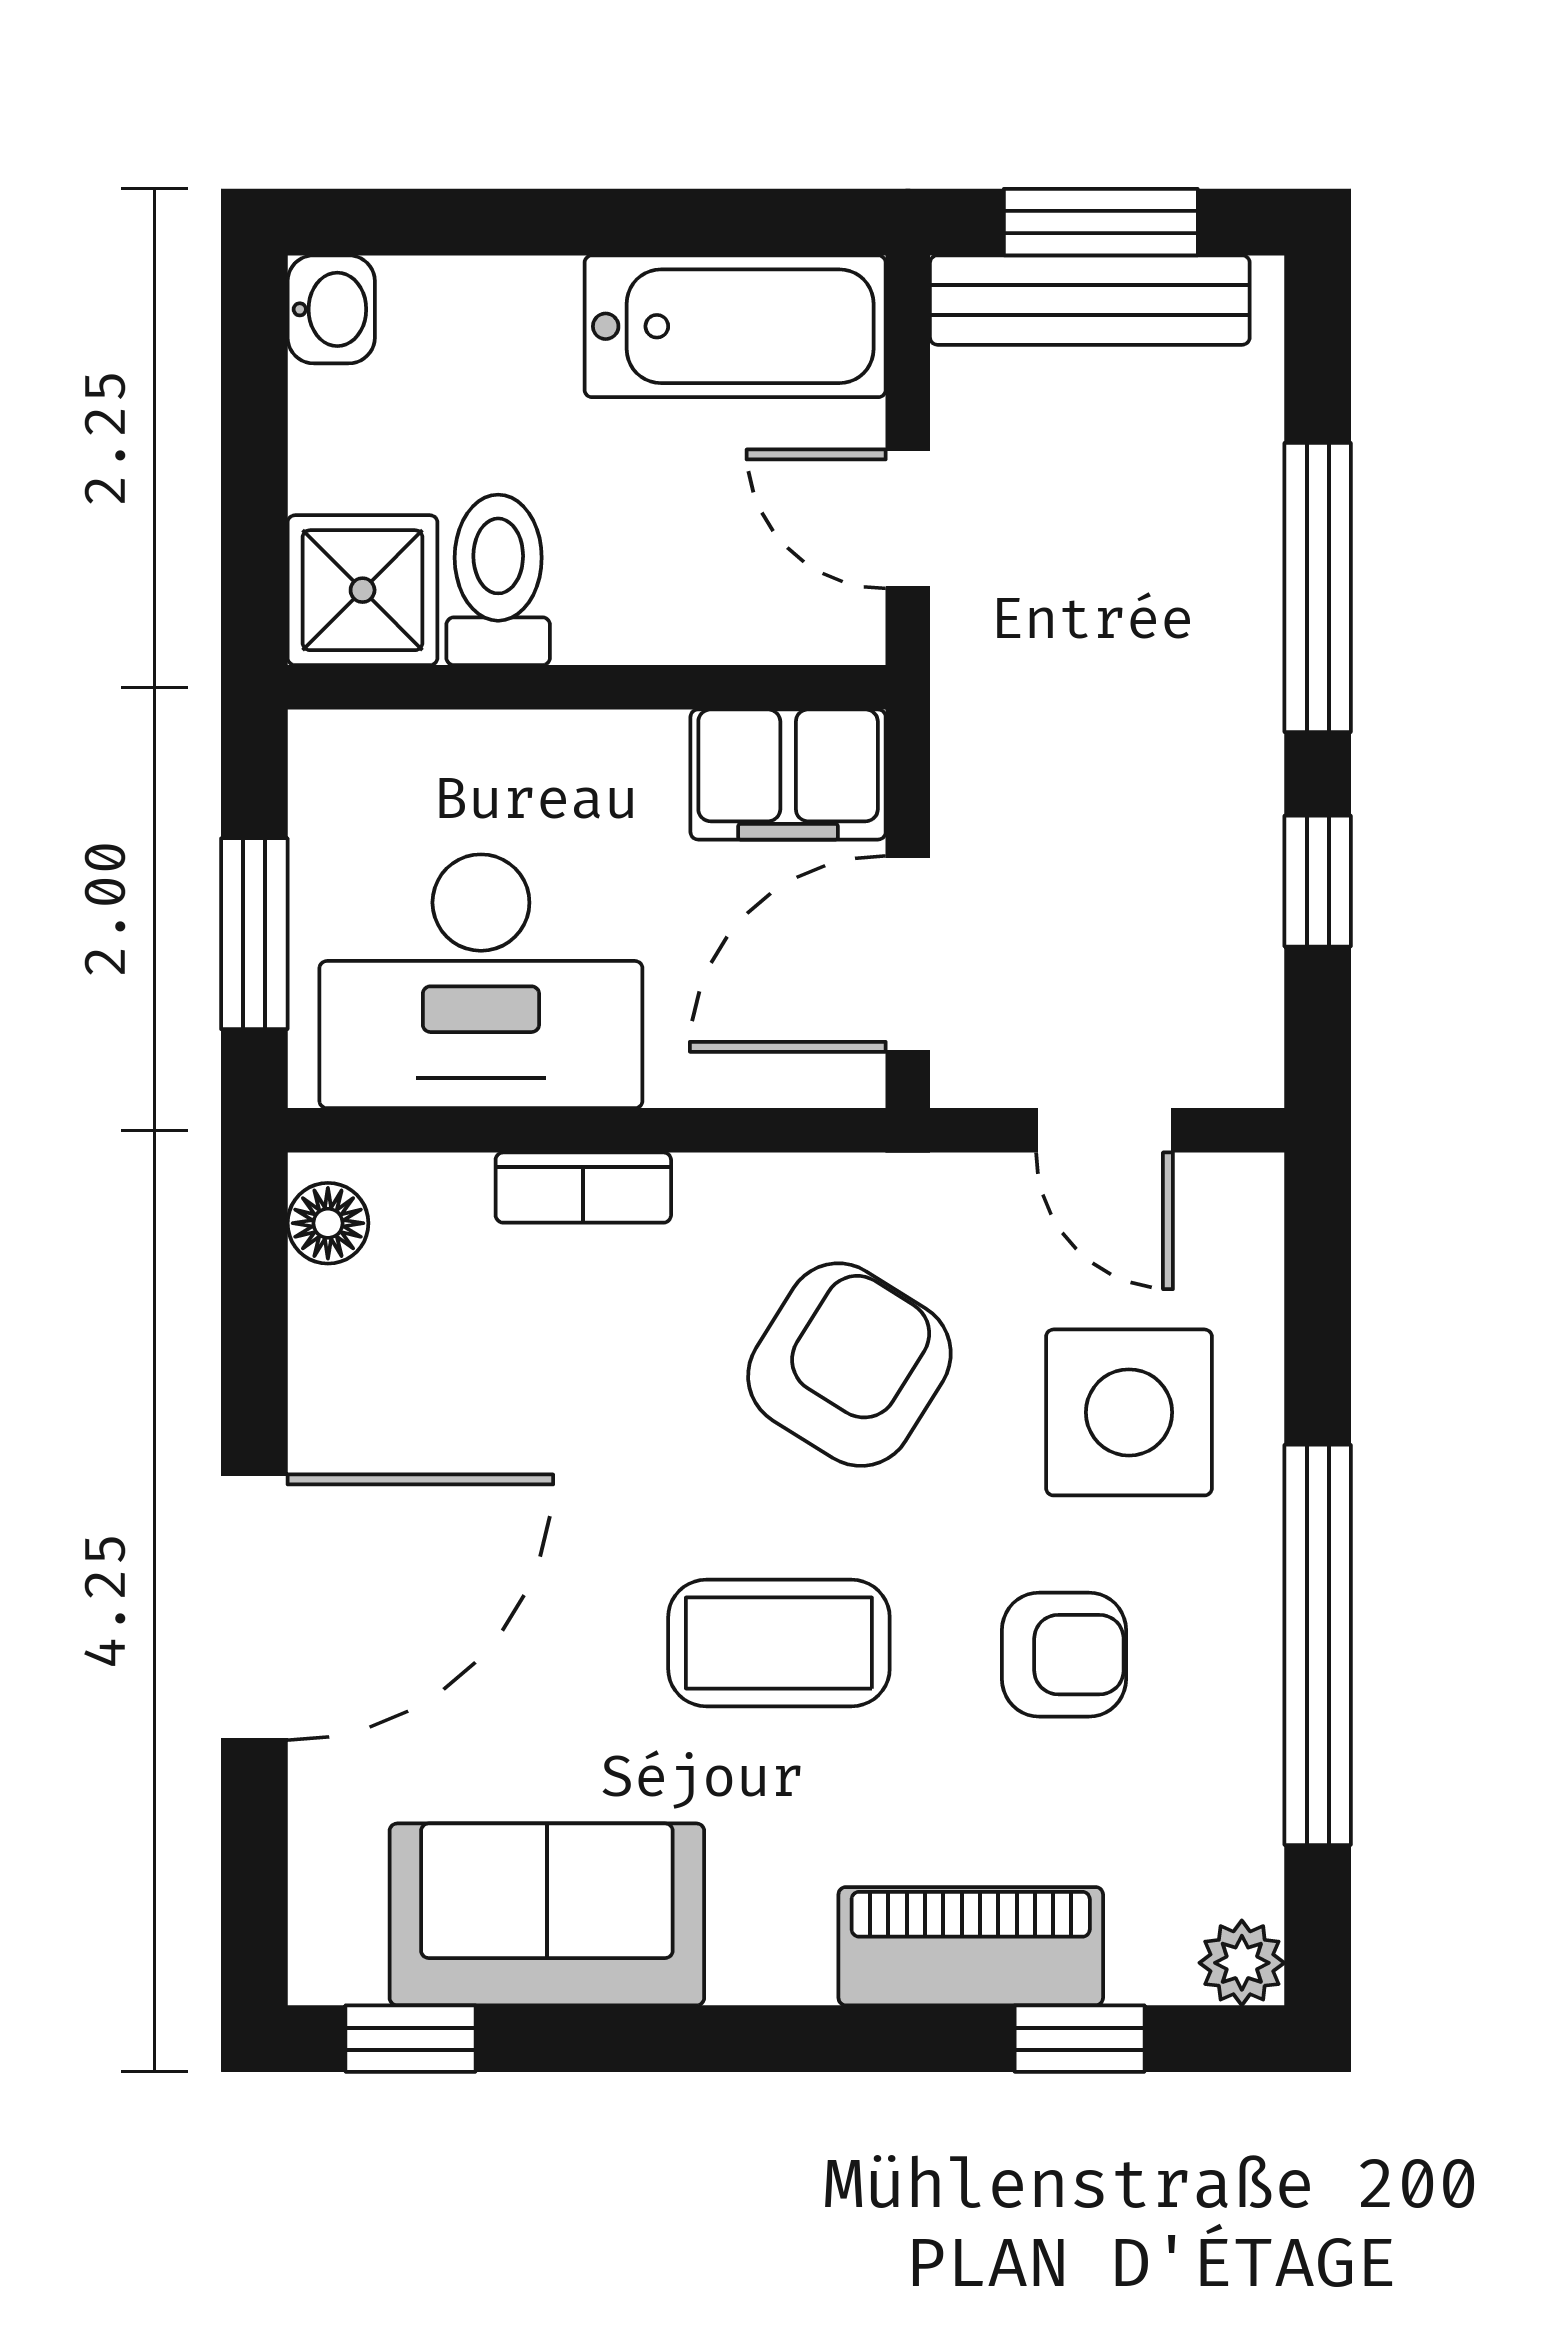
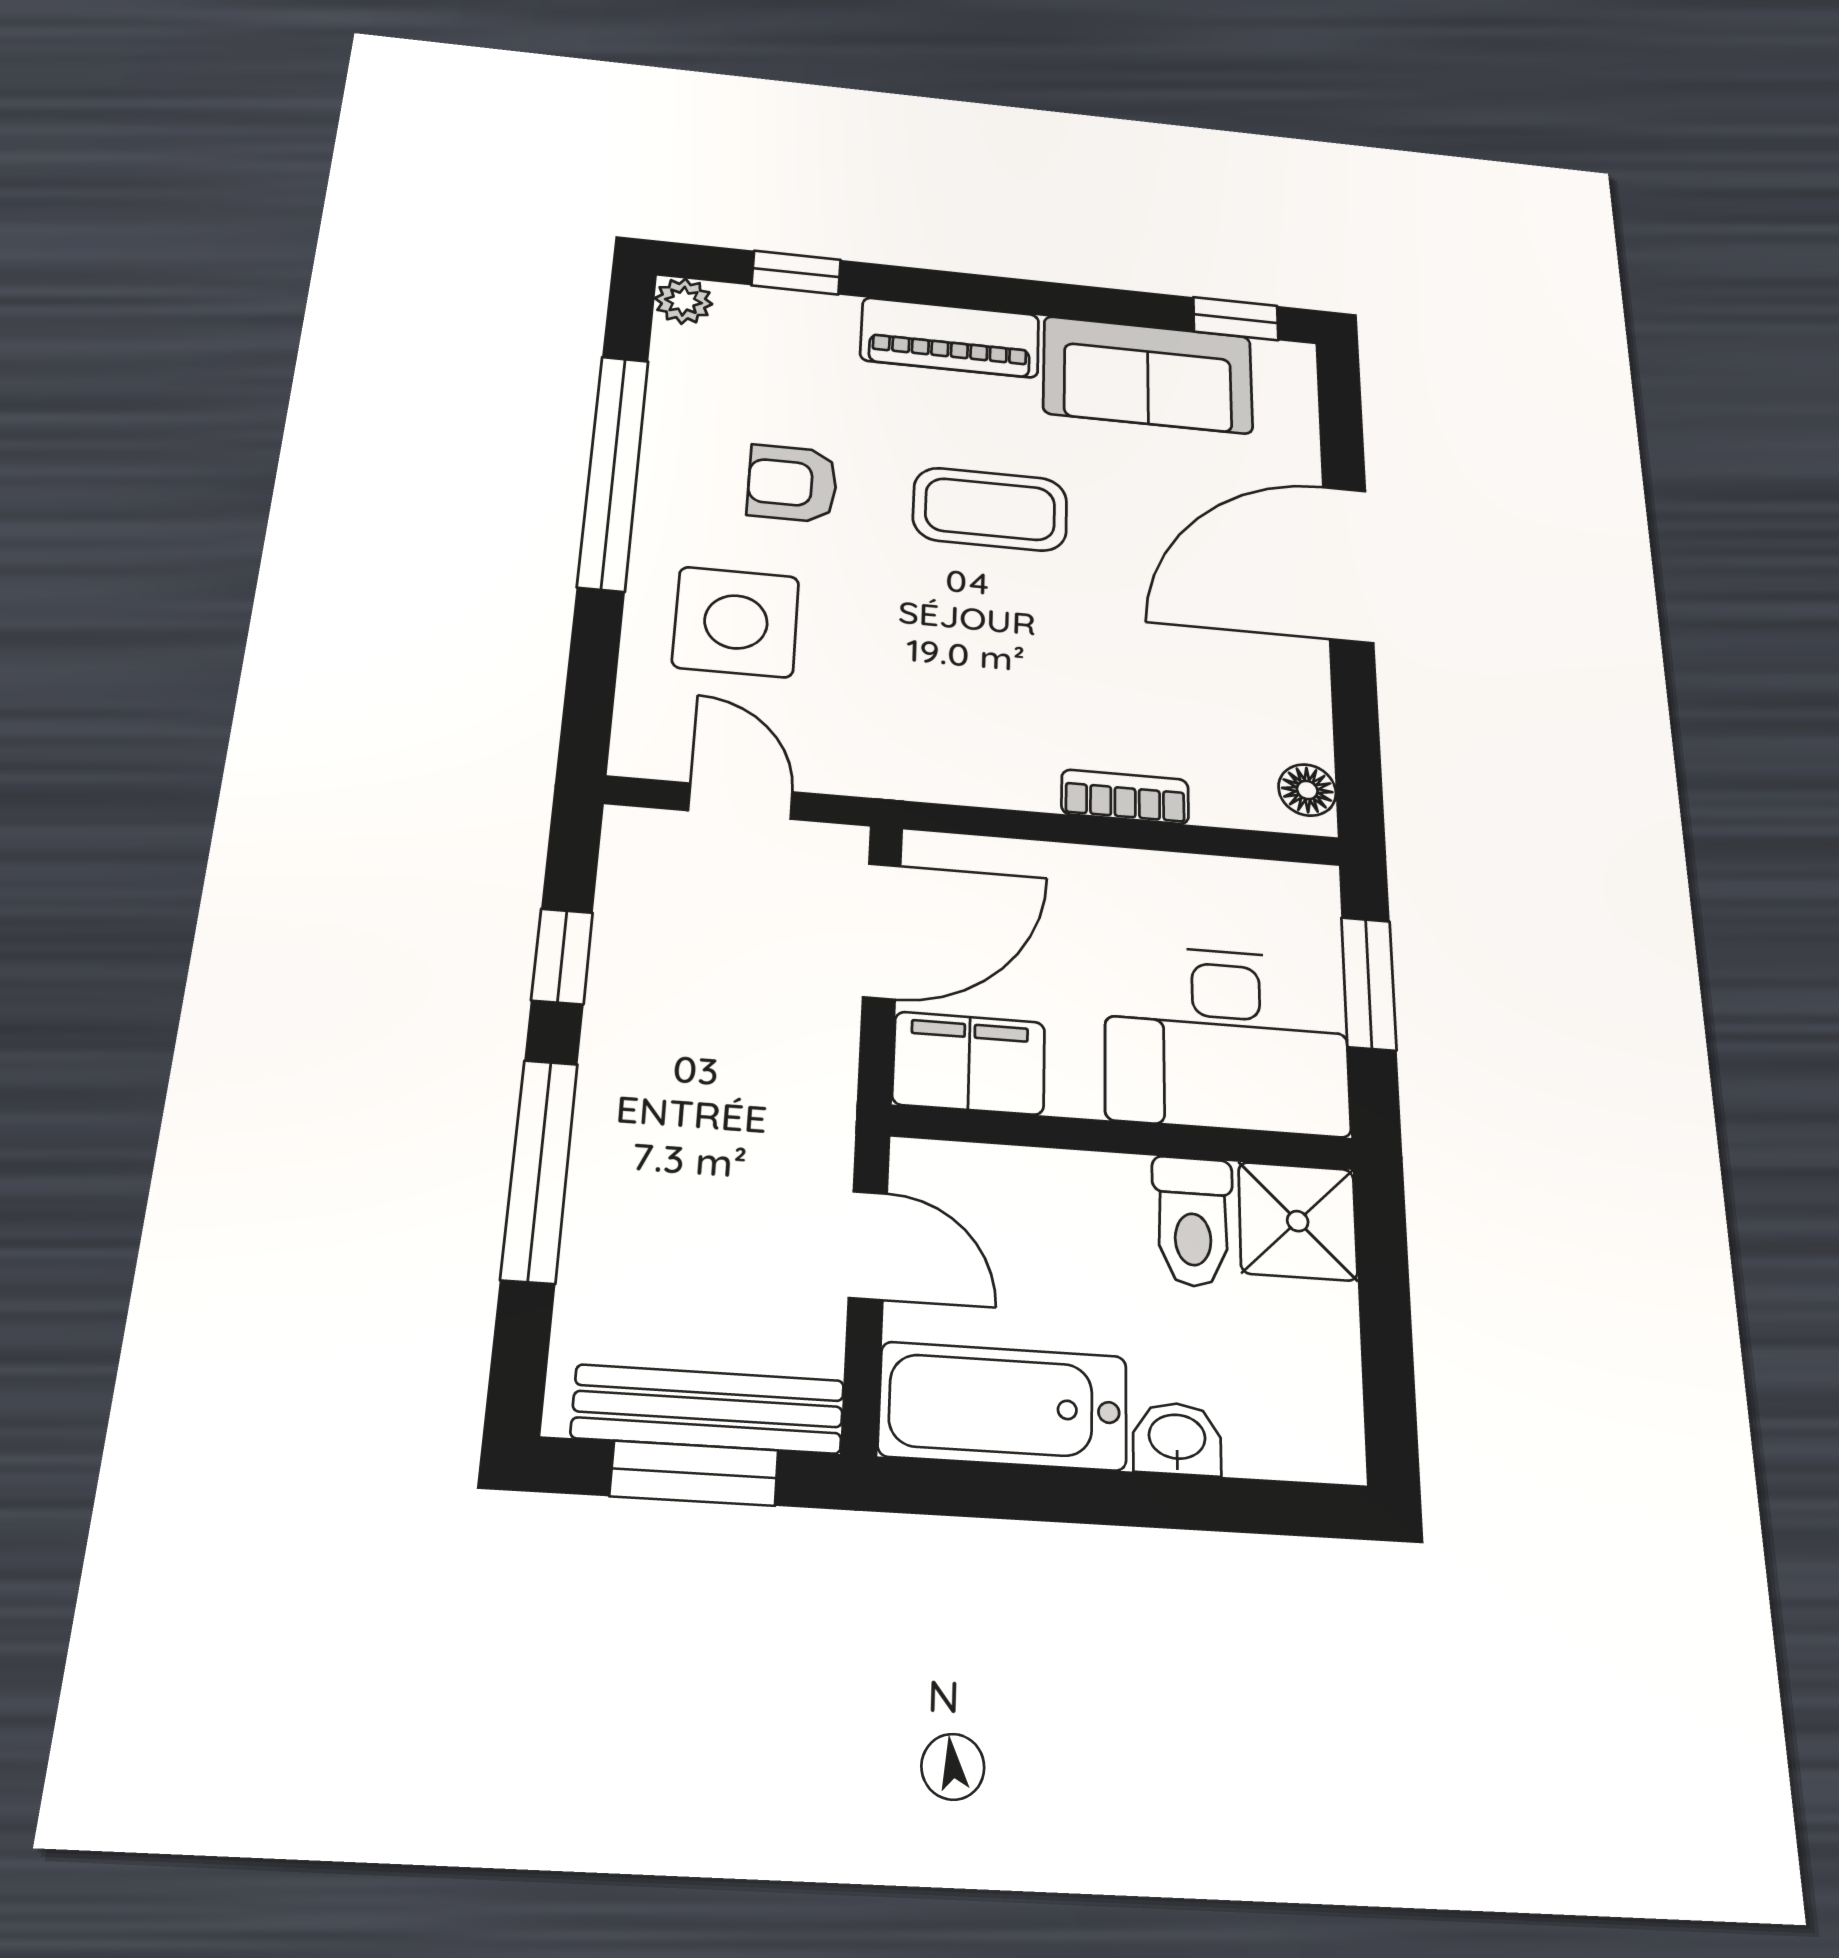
washbasin: (331, 309) -> (1177, 1439), moved, turned 90
desk: (481, 981) -> (1227, 1039), moved, turned 180
armchair: (849, 1365) -> (935, 669), removed
piano: (971, 1946) -> (950, 338), moved

